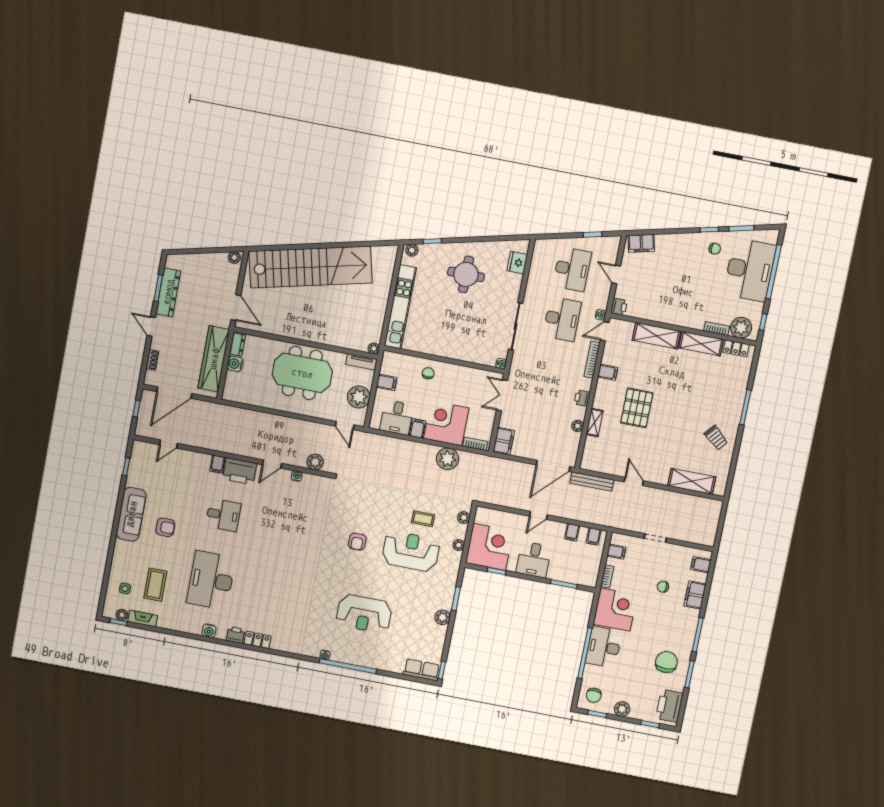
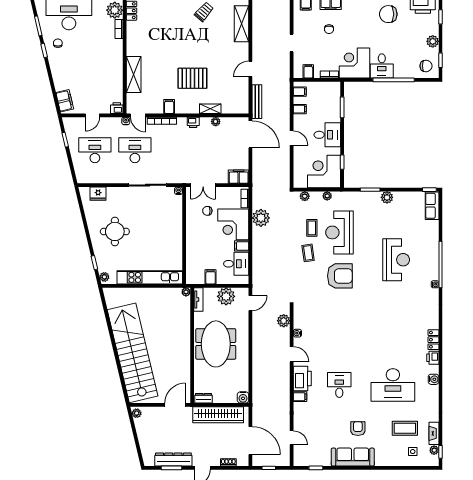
shelving: (701, 344) -> (133, 39), removed
water cooler: (235, 364) -> (243, 397), moved
chair: (428, 373) -> (207, 211), moved
coffee table: (393, 508) -> (308, 253), added
armchair: (357, 542) -> (340, 276), width x1.88, depth x1.88
desk: (604, 647) -> (382, 66), width x0.73

